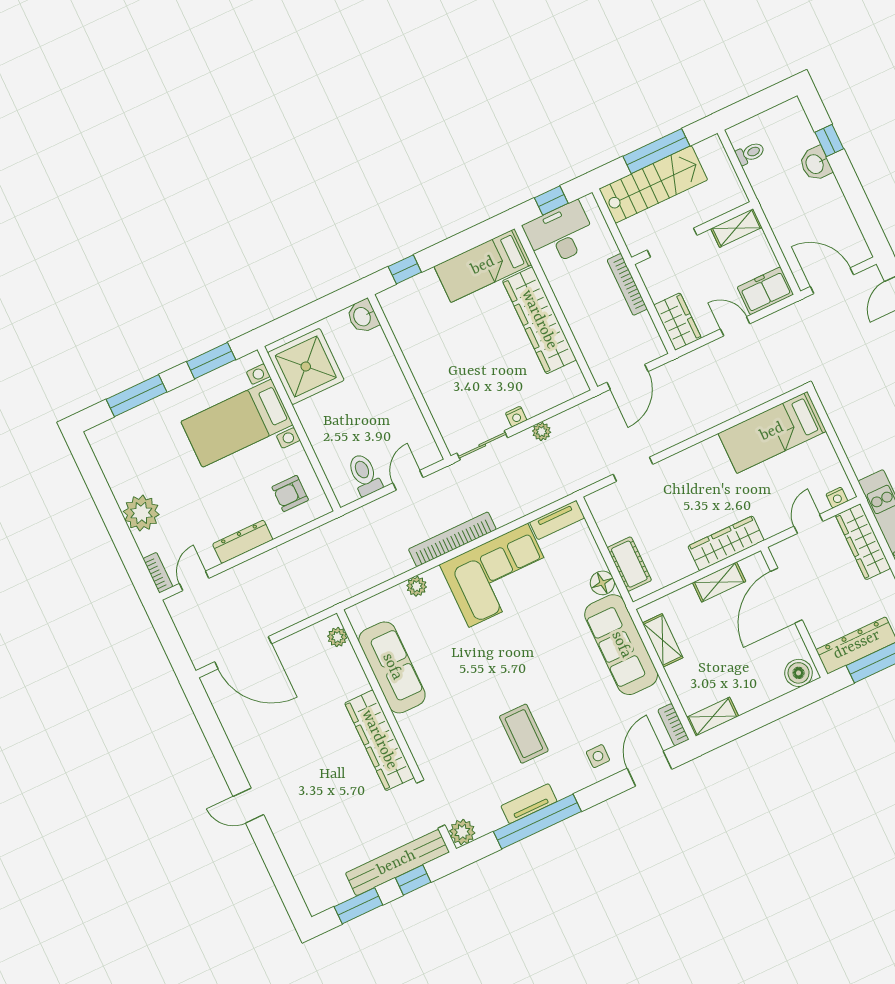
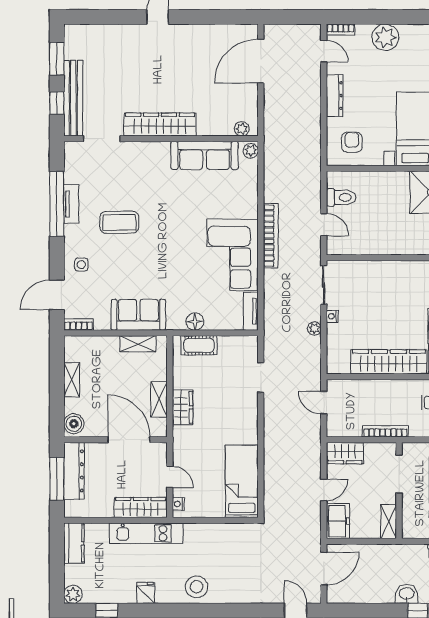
door: (628, 377) -> (324, 403), width x0.73
wardrobe: (726, 543) -> (183, 407), width x0.67
plant: (417, 586) -> (251, 151), moved
sofa: (621, 645) -> (138, 315), width x0.73
shelving: (713, 717) -> (72, 380), moved
door: (649, 769) -> (57, 295), swing flipped
plant: (462, 832) -> (73, 151), removed

